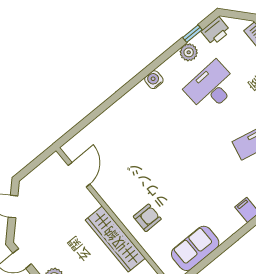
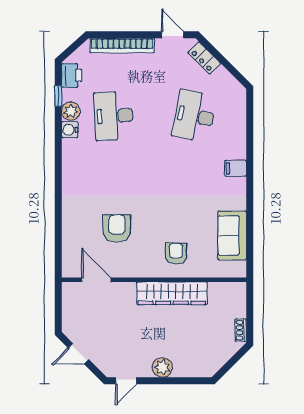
water cooler: (154, 80) -> (70, 130), moved
armchair: (130, 158) -> (117, 228), added

